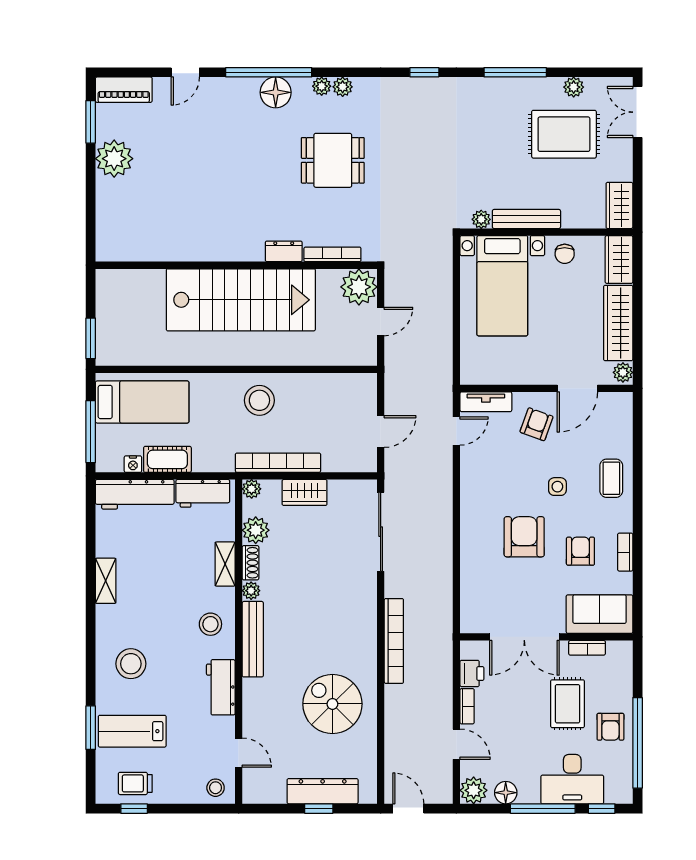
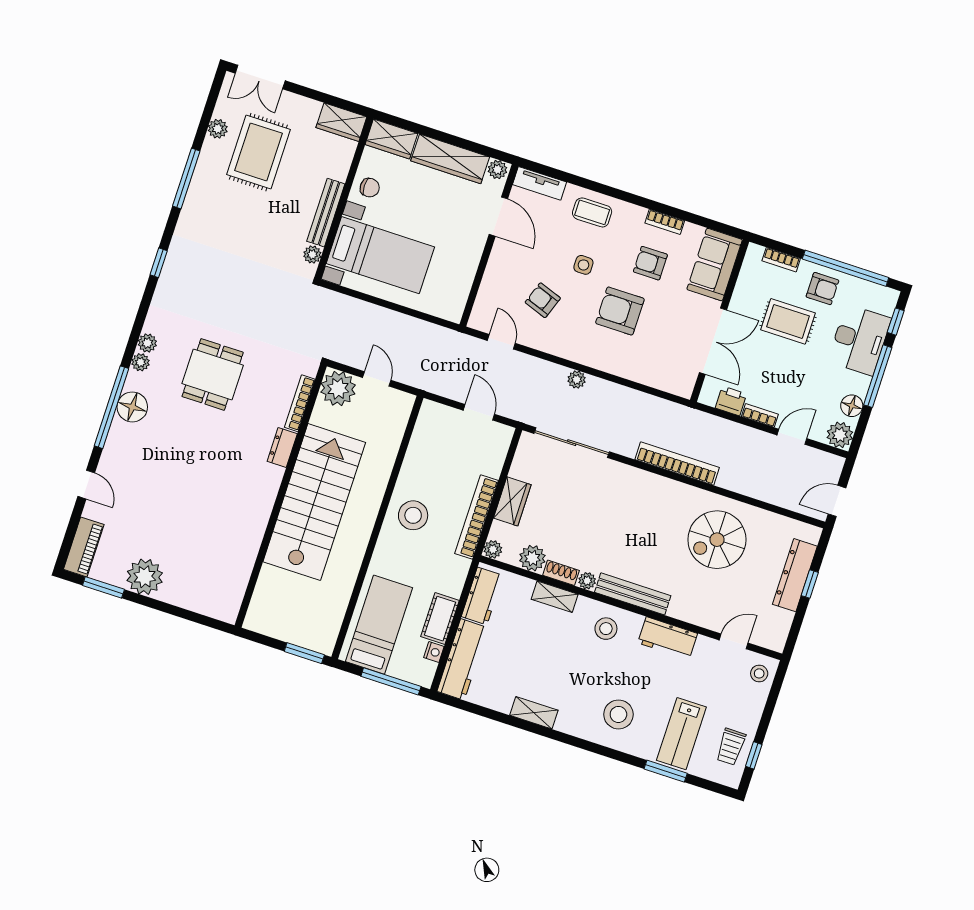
tv unit: (486, 402) -> (539, 183), moved, turned 90
armchair: (537, 424) -> (543, 300), moved
plant: (444, 516) -> (577, 380), added
bookcase: (587, 648) -> (781, 260), moved, turned 90

